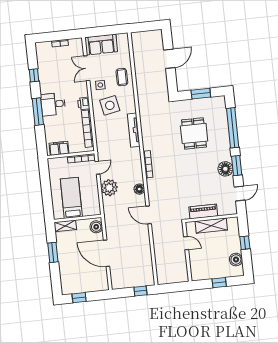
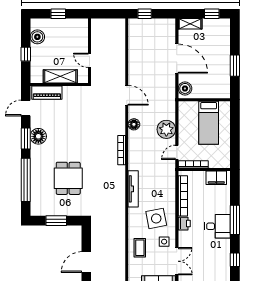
piano: (203, 211) -> (47, 93), moved
shelving: (65, 226) -> (190, 24), moved

